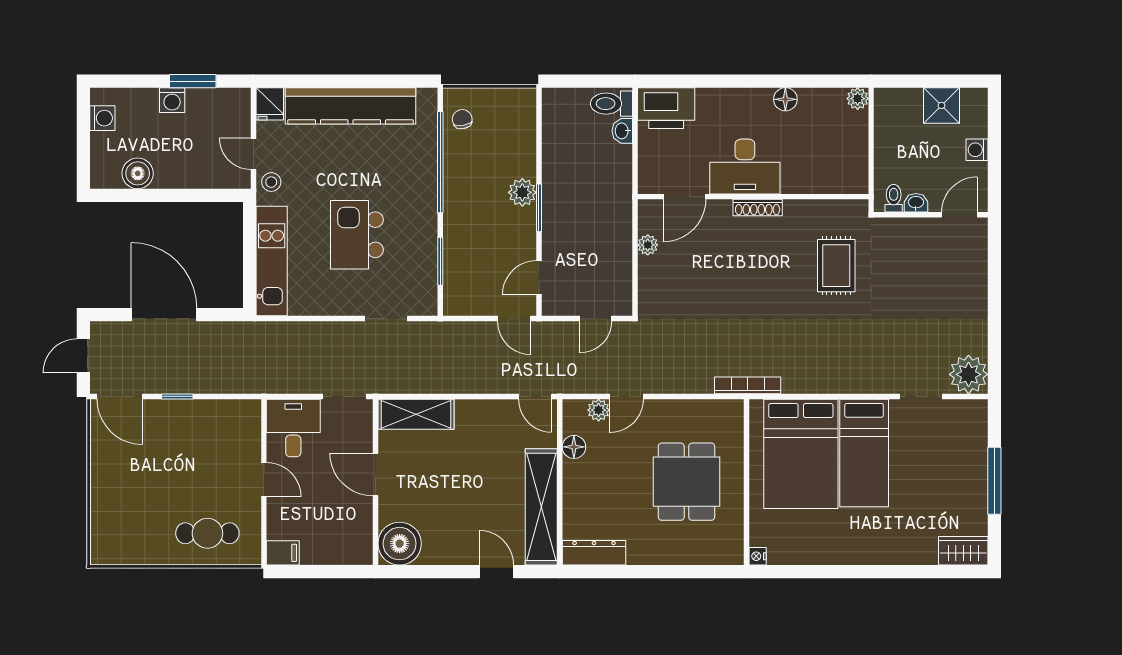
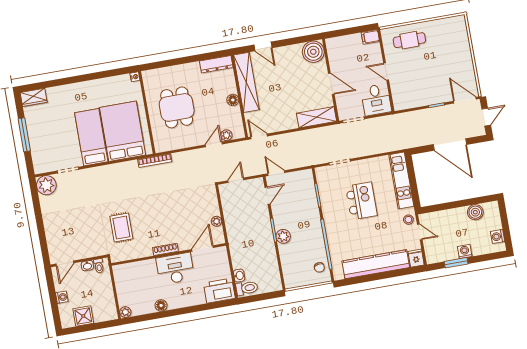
floor lamp: (574, 447) -> (233, 100), moved

